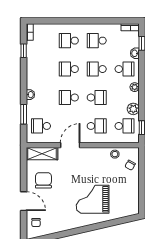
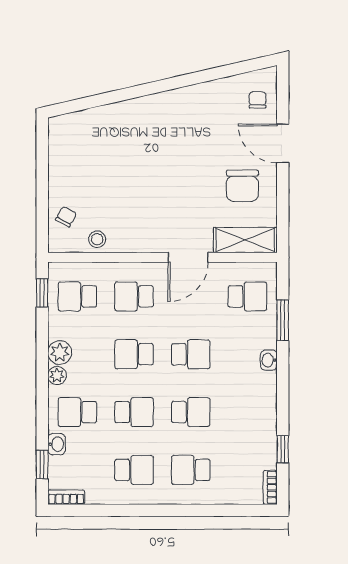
school desk: (69, 41) -> (191, 470), turned 180
plant: (133, 109) -> (60, 352), moved
grand piano: (93, 199) -> (143, 147), removed

